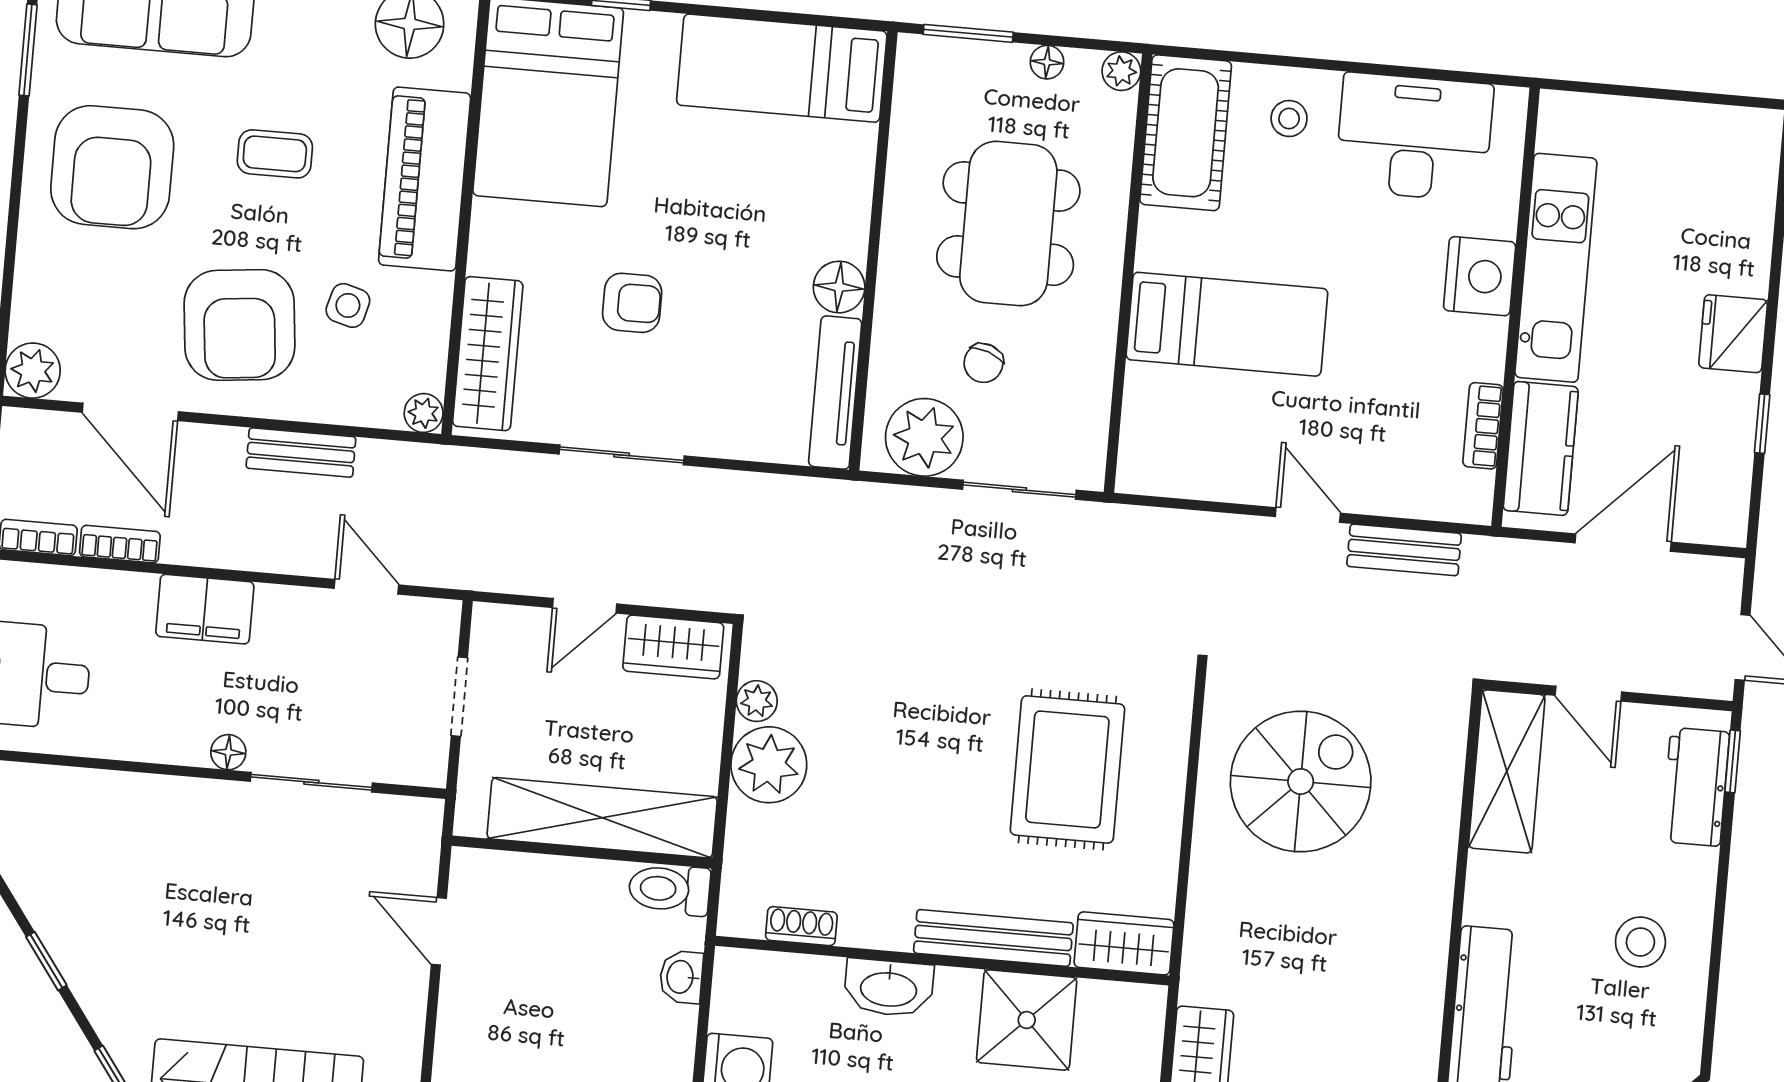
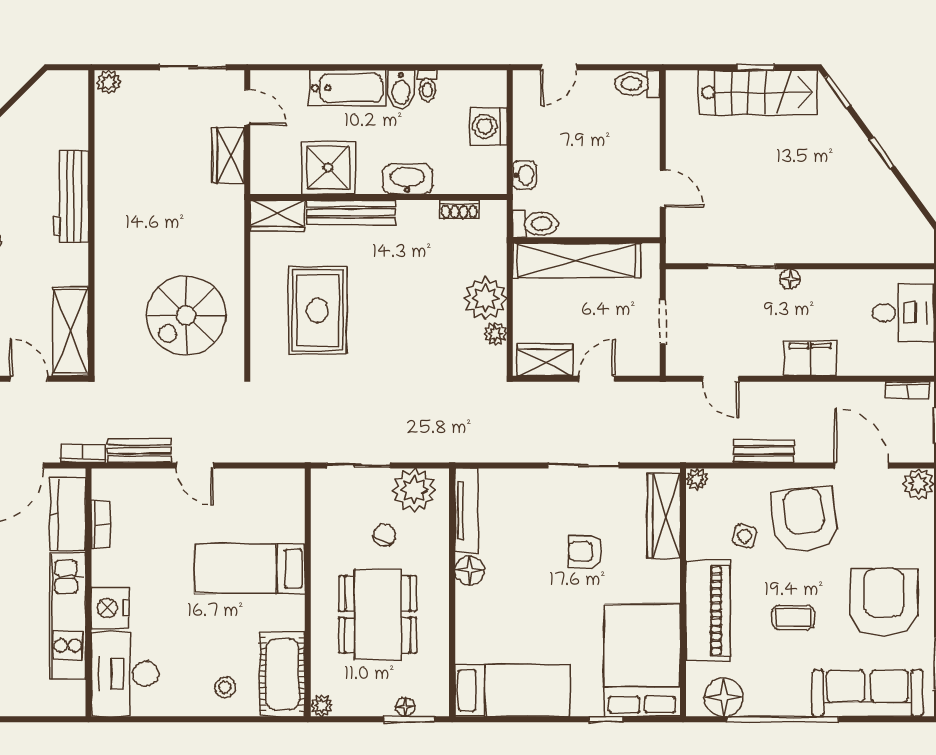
floor lamp: (1047, 62) -> (405, 707), moved
desk: (1414, 137) -> (125, 674), moved, turned 90
bookcase: (120, 544) -> (83, 454), moved, turned 180

